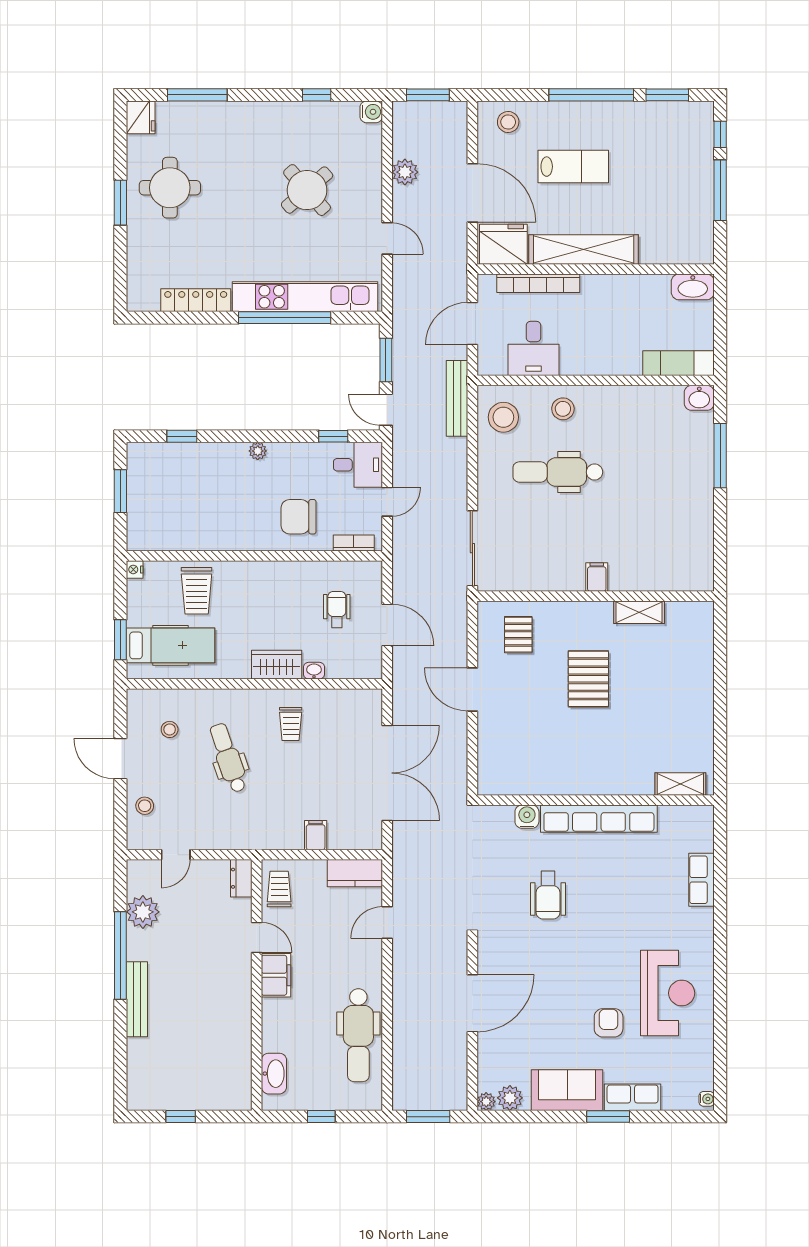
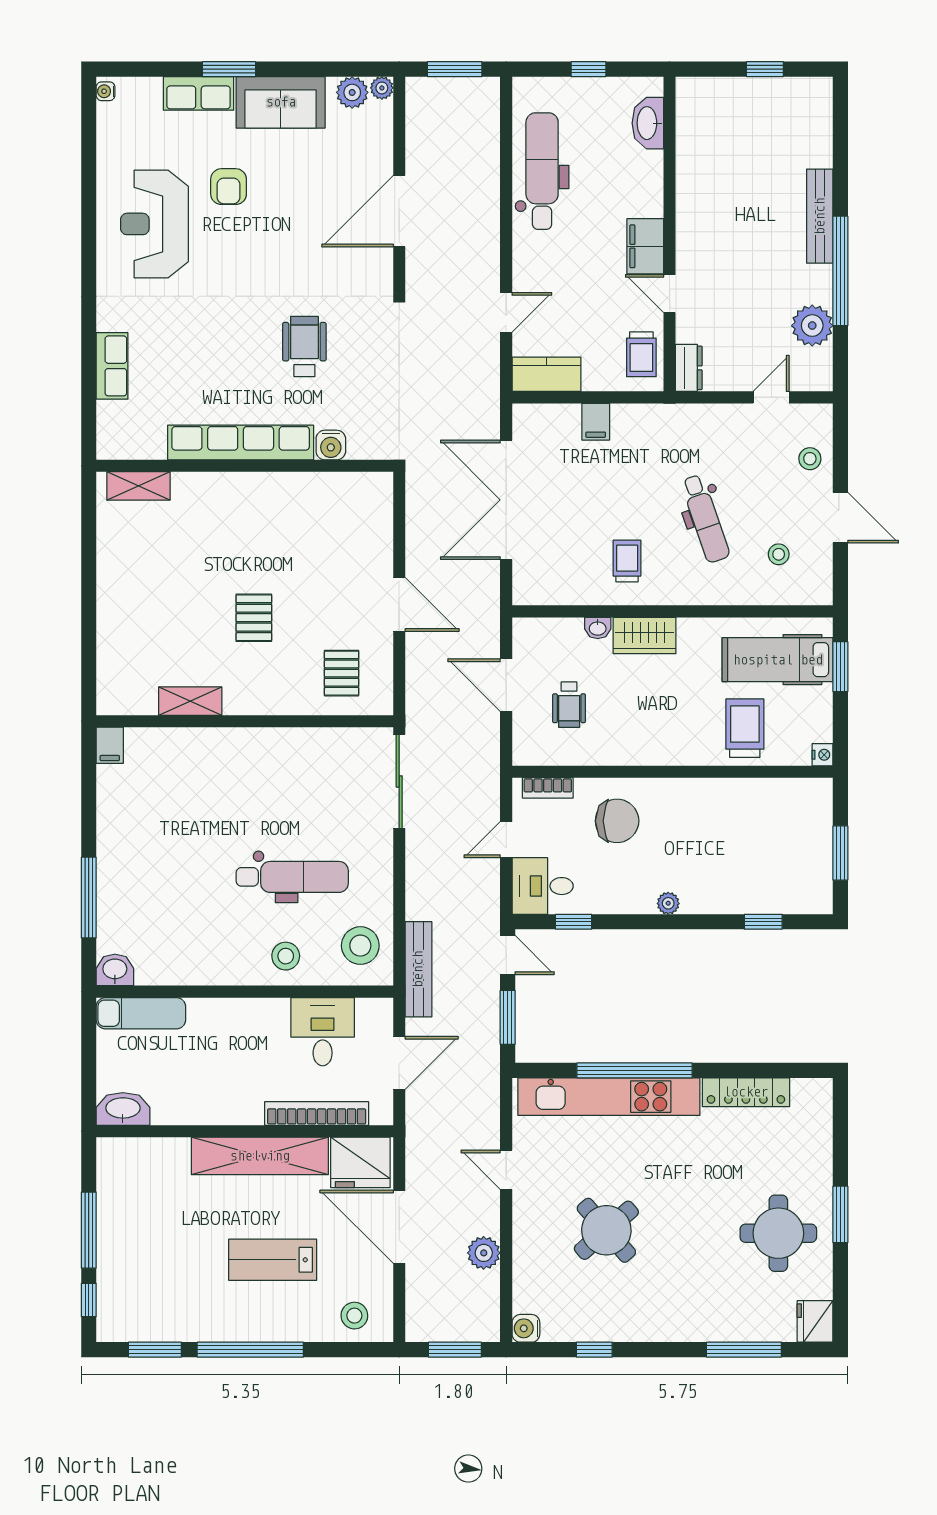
filing cabinet: (597, 577) -> (110, 745), moved
pallet: (588, 679) -> (254, 618), width x0.67, depth x0.71

